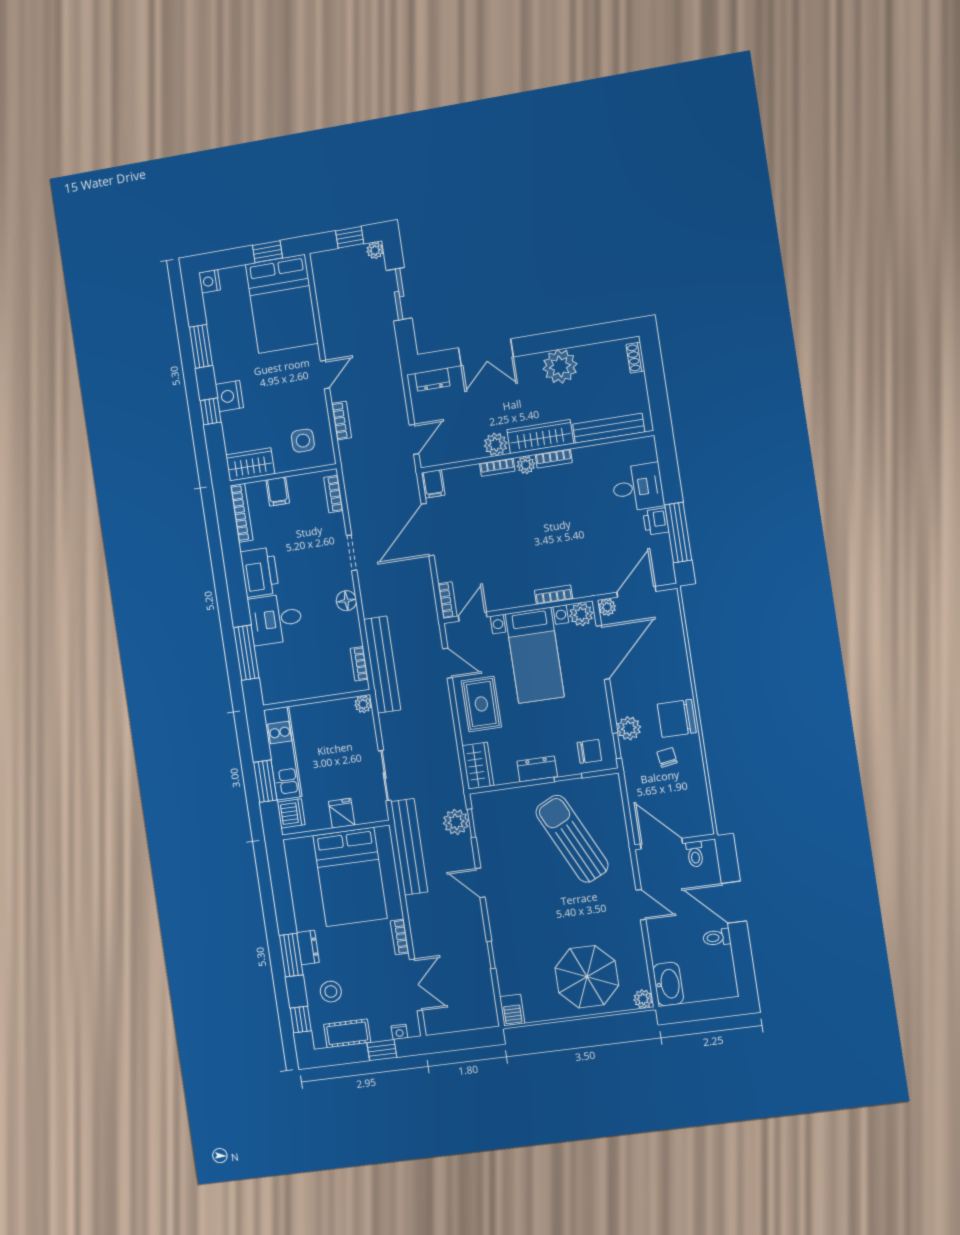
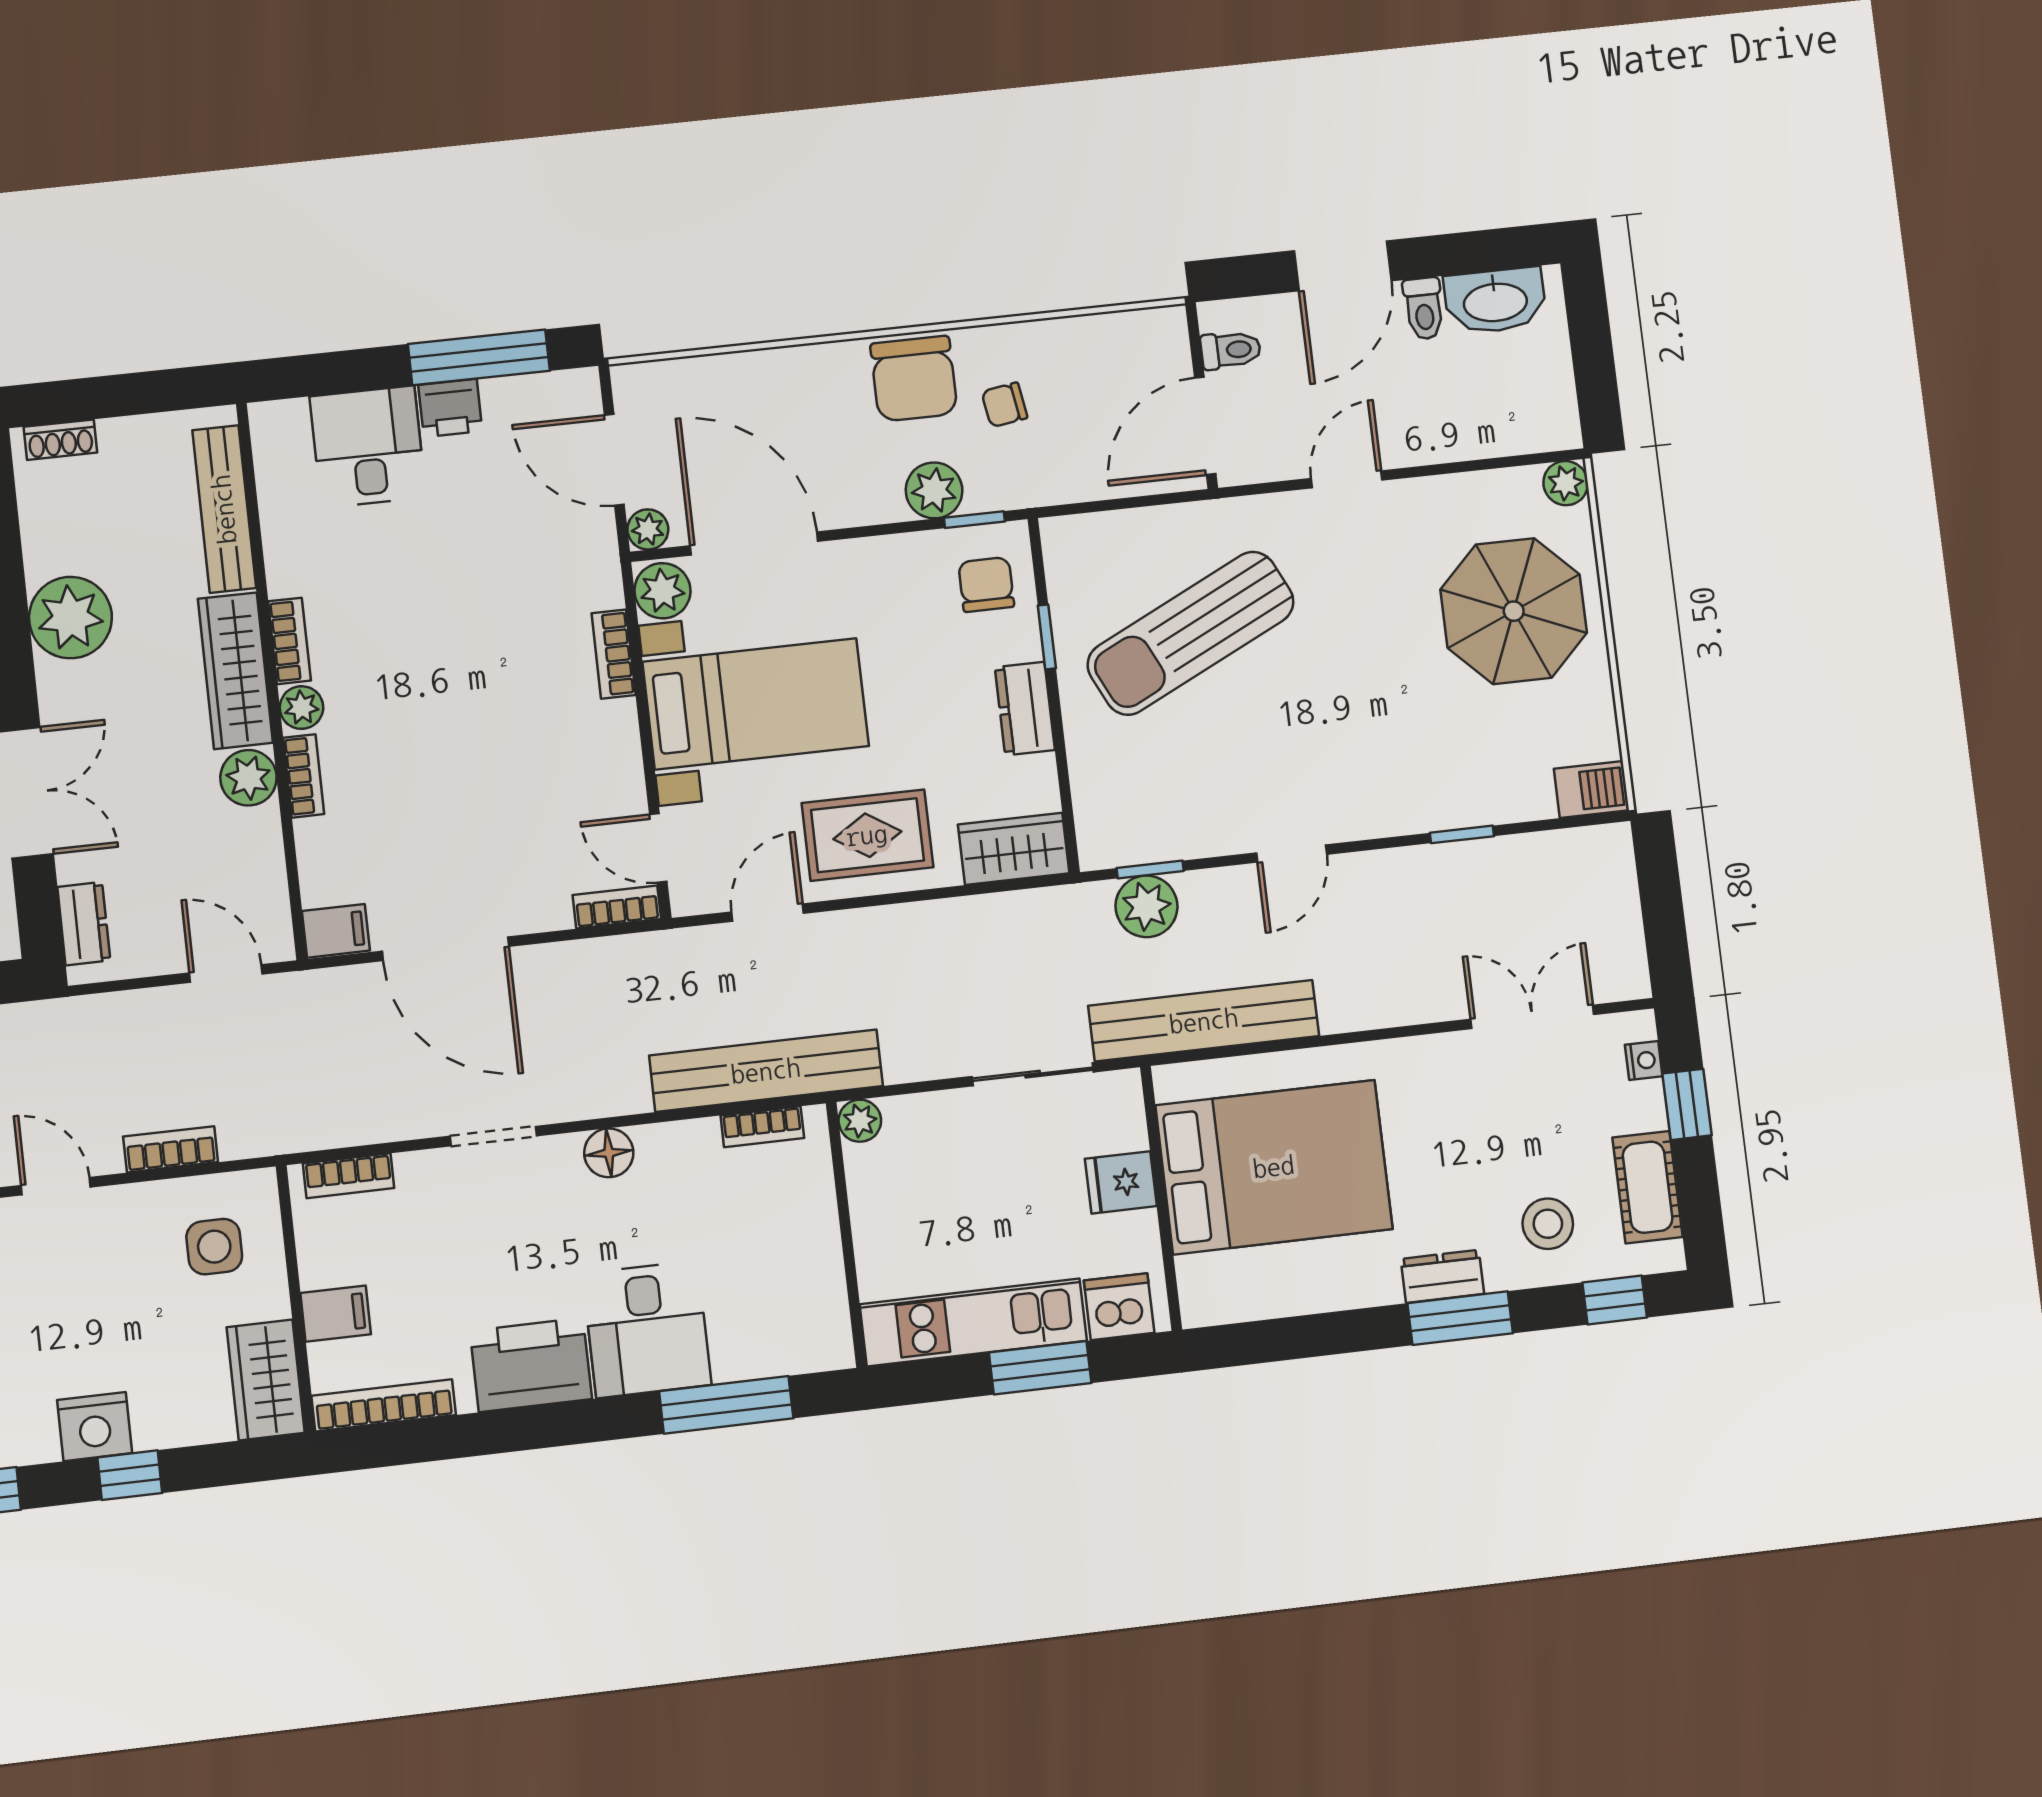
bookcase: (400, 937) -> (1418, 1052), removed
washbasin: (668, 984) -> (1495, 301), moved, turned 180

